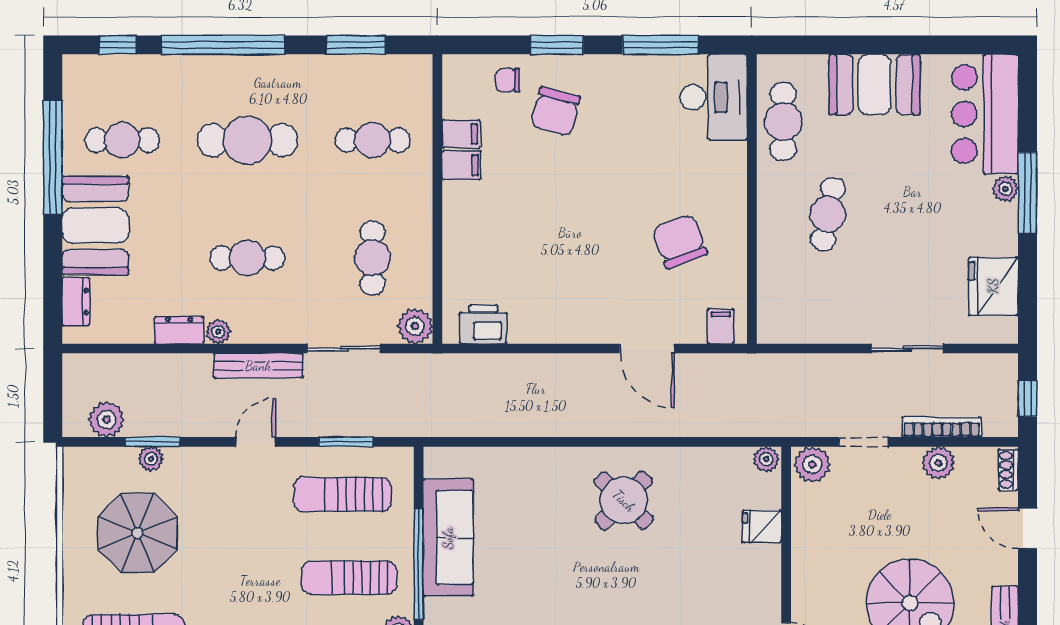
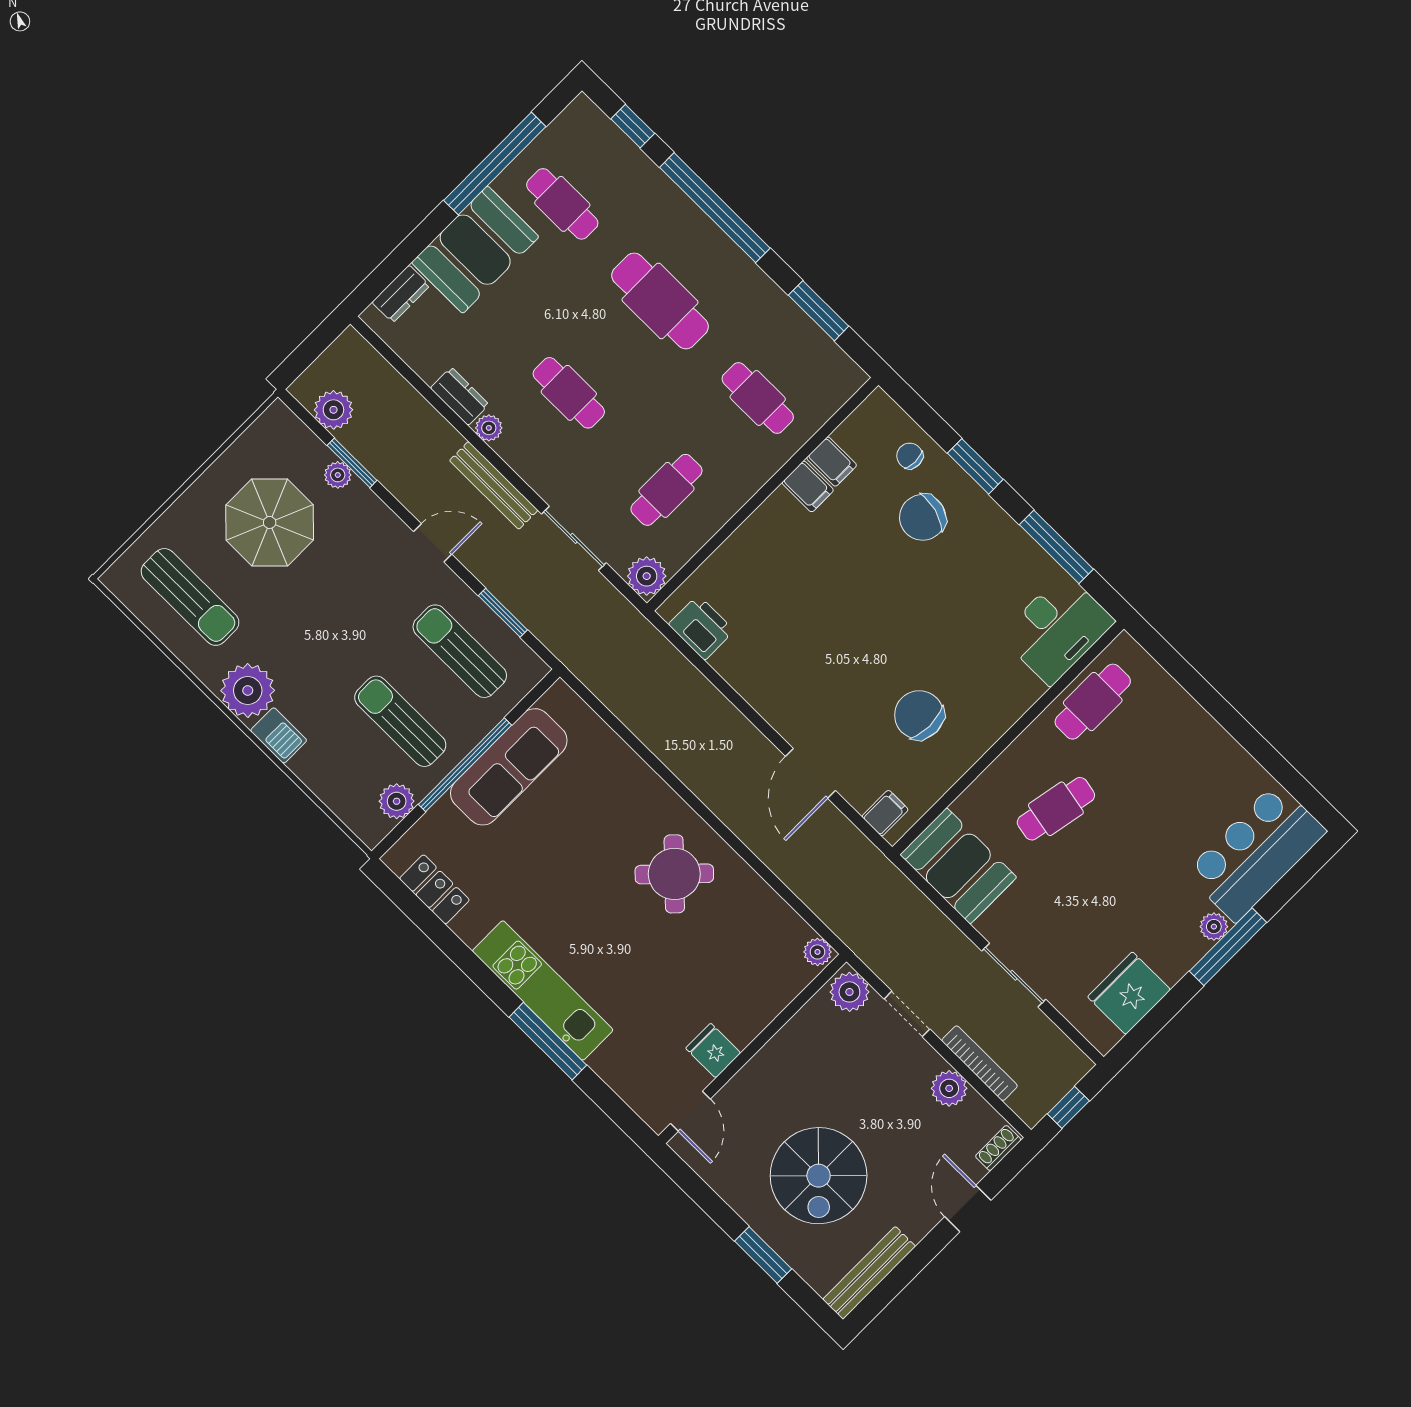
booth: (875, 85) -> (958, 866), moved
chair: (680, 241) -> (919, 715), turned -70
fridge: (762, 526) -> (713, 1051), moved

